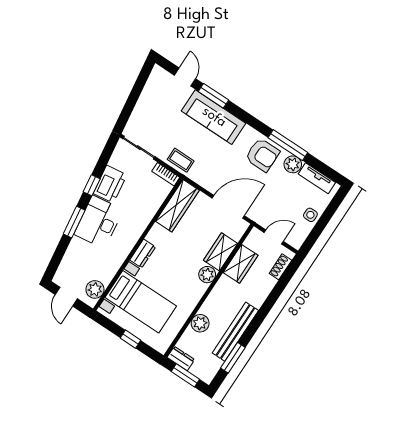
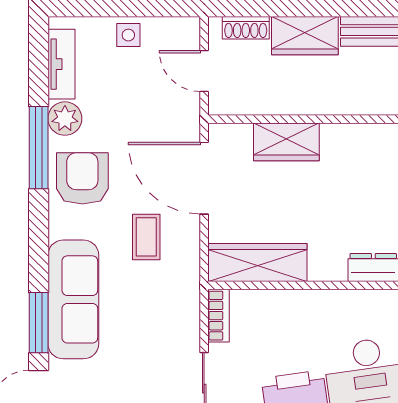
coffee table: (181, 160) -> (146, 237), moved
wardrobe: (241, 264) -> (305, 36), moved, turned 180
plant: (207, 275) -> (338, 139), removed

